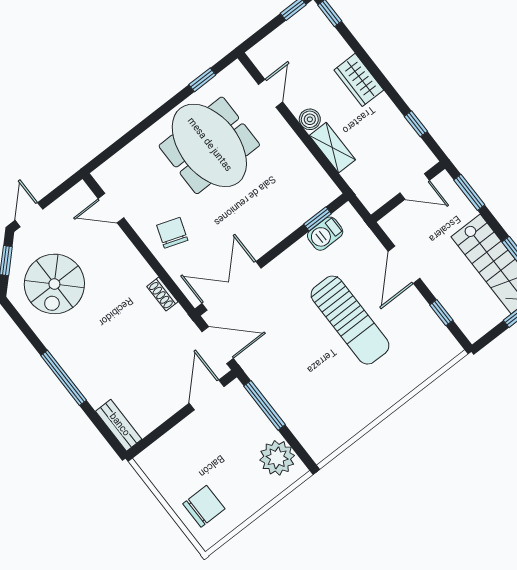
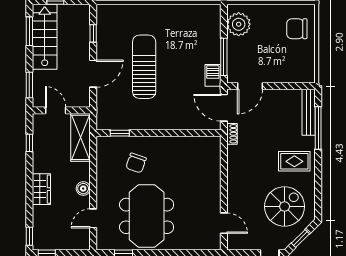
shelving: (332, 148) -> (81, 137), moved, width x1.50, depth x1.33
chair: (172, 233) -> (136, 163), moved
barbecue: (325, 234) -> (213, 75), moved, turned -90
double door: (232, 286) -> (192, 133), removed
shoe rack: (162, 294) -> (232, 134), moved
rug: (84, 347) -> (294, 161), added
window: (64, 378) -> (318, 128), moved
bench: (119, 425) -> (309, 112), width x1.36

